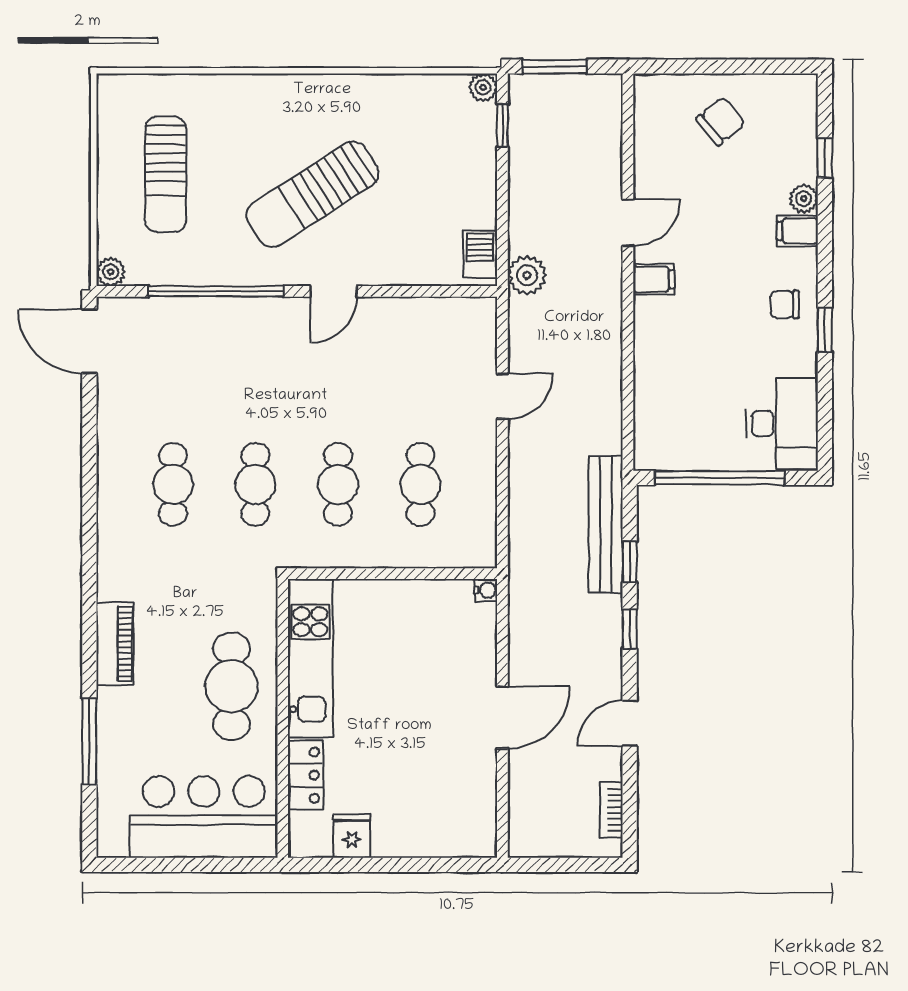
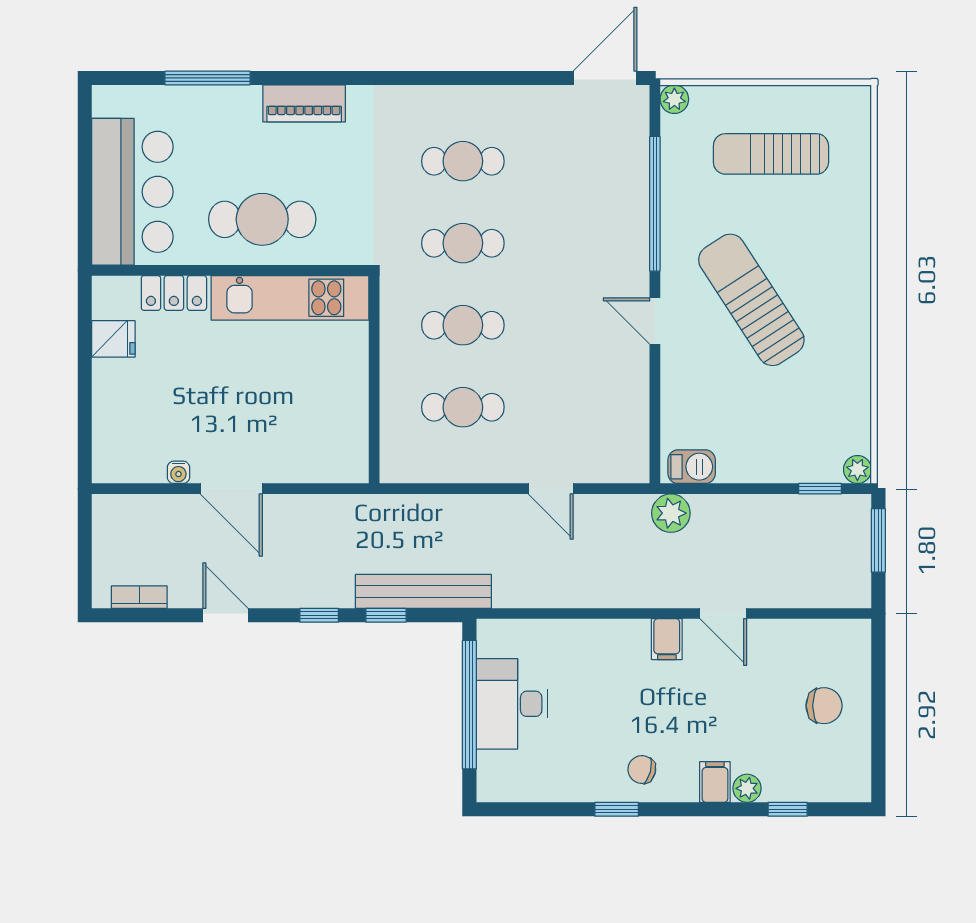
chair: (721, 121) -> (824, 706), turned -51
chair: (785, 304) -> (642, 770), turned -75
desk: (782, 424) -> (512, 704), moved, turned 90
water cooler: (486, 590) -> (178, 472), moved

